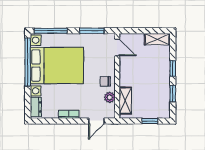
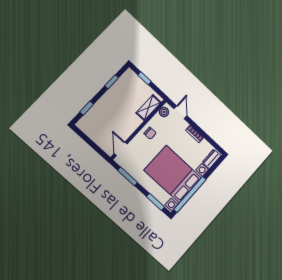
window: (51, 31) -> (155, 202), width x0.69
shelving: (157, 39) -> (87, 129), removed
window: (173, 68) -> (87, 108), moved
plant: (110, 97) -> (164, 112), moved
door: (96, 121) -> (180, 112), hinge flipped

